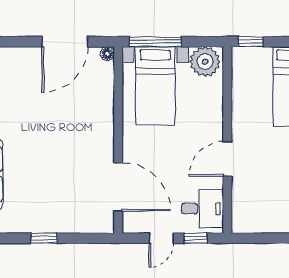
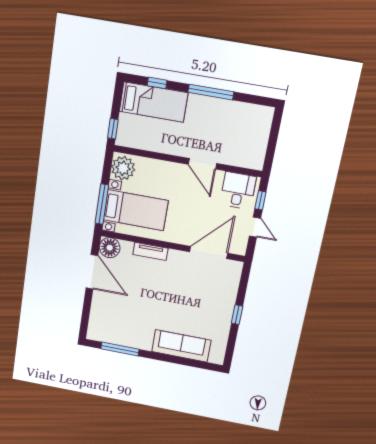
floor lamp: (107, 54) -> (110, 248), width x1.89, depth x1.89
tv unit: (106, 113) -> (150, 251), added

